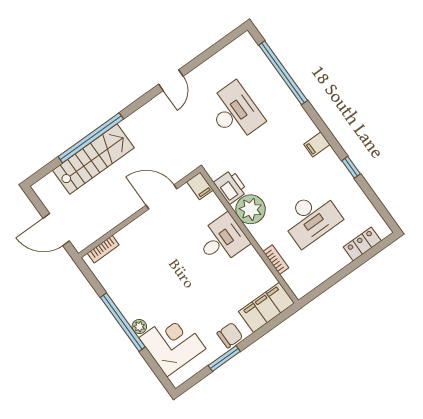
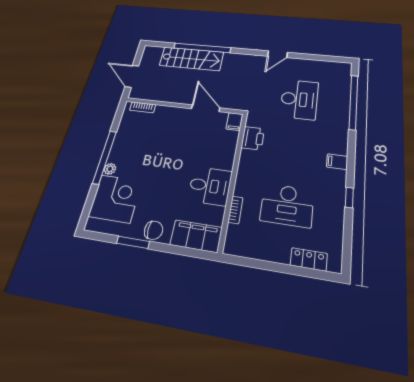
plant: (251, 209) -> (252, 163), removed
desk: (222, 240) -> (210, 186), moved

